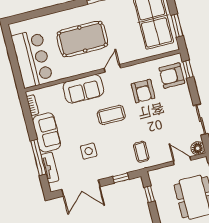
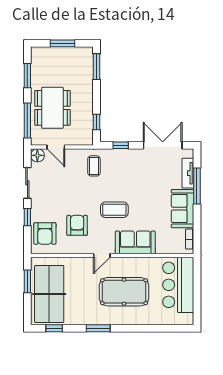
window: (188, 69) -> (27, 217), moved
armchair: (172, 76) -> (45, 233), turned 90
side table: (89, 151) -> (146, 180), removed

